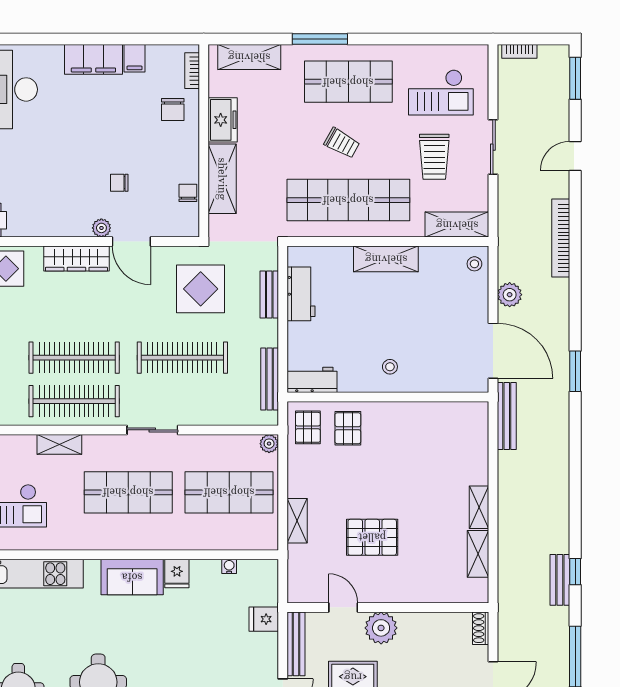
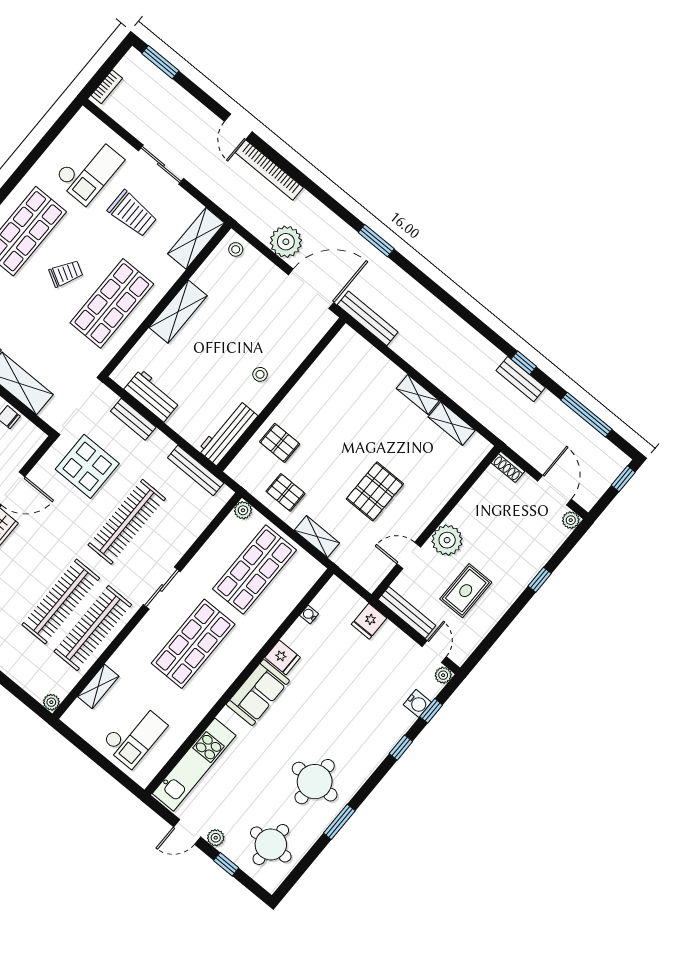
door: (575, 156) -> (238, 127), moved
shop shelf: (348, 200) -> (112, 303), width x0.71
plant: (510, 295) -> (286, 242), width x1.36, depth x1.36
workbench: (312, 380) -> (228, 433), width x1.38
pallet: (308, 427) -> (285, 492), moved
shelving: (59, 444) -> (98, 686), moved

